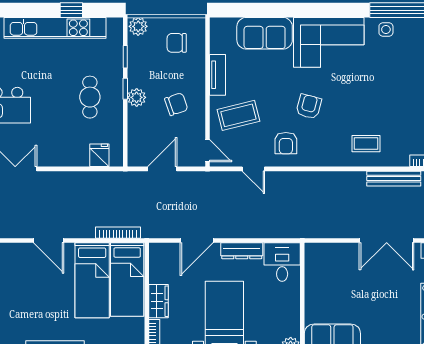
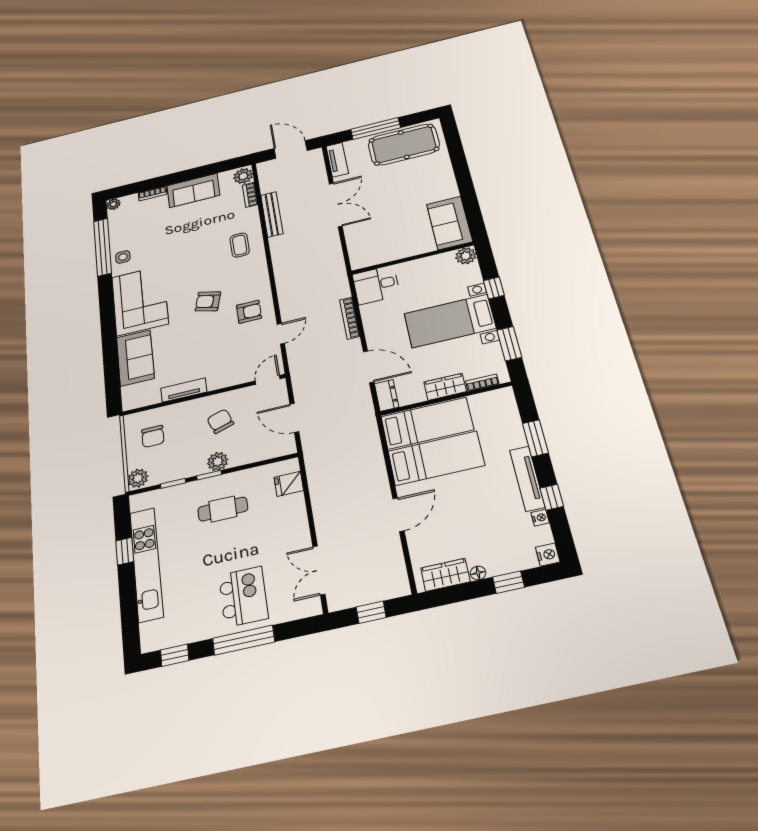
coffee table: (238, 115) -> (225, 361), removed
bookcase: (118, 233) -> (350, 318), moved
dresser: (242, 251) -> (387, 395), moved, width x0.70

